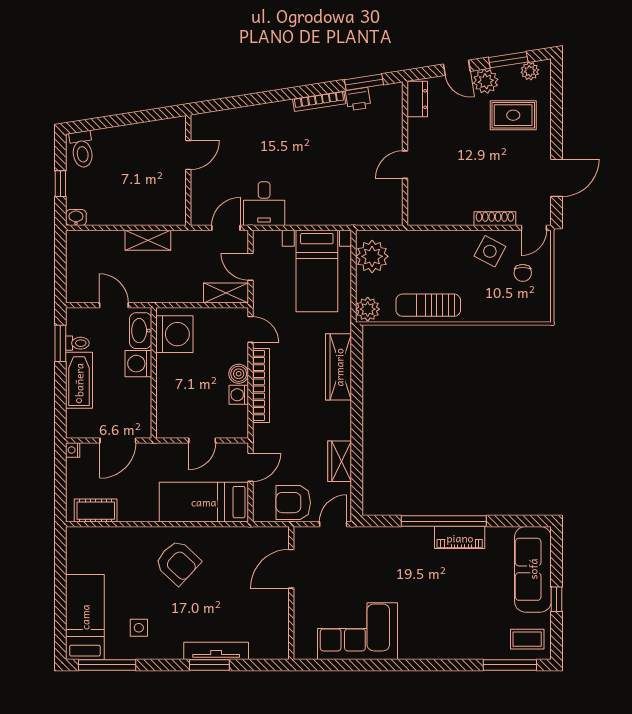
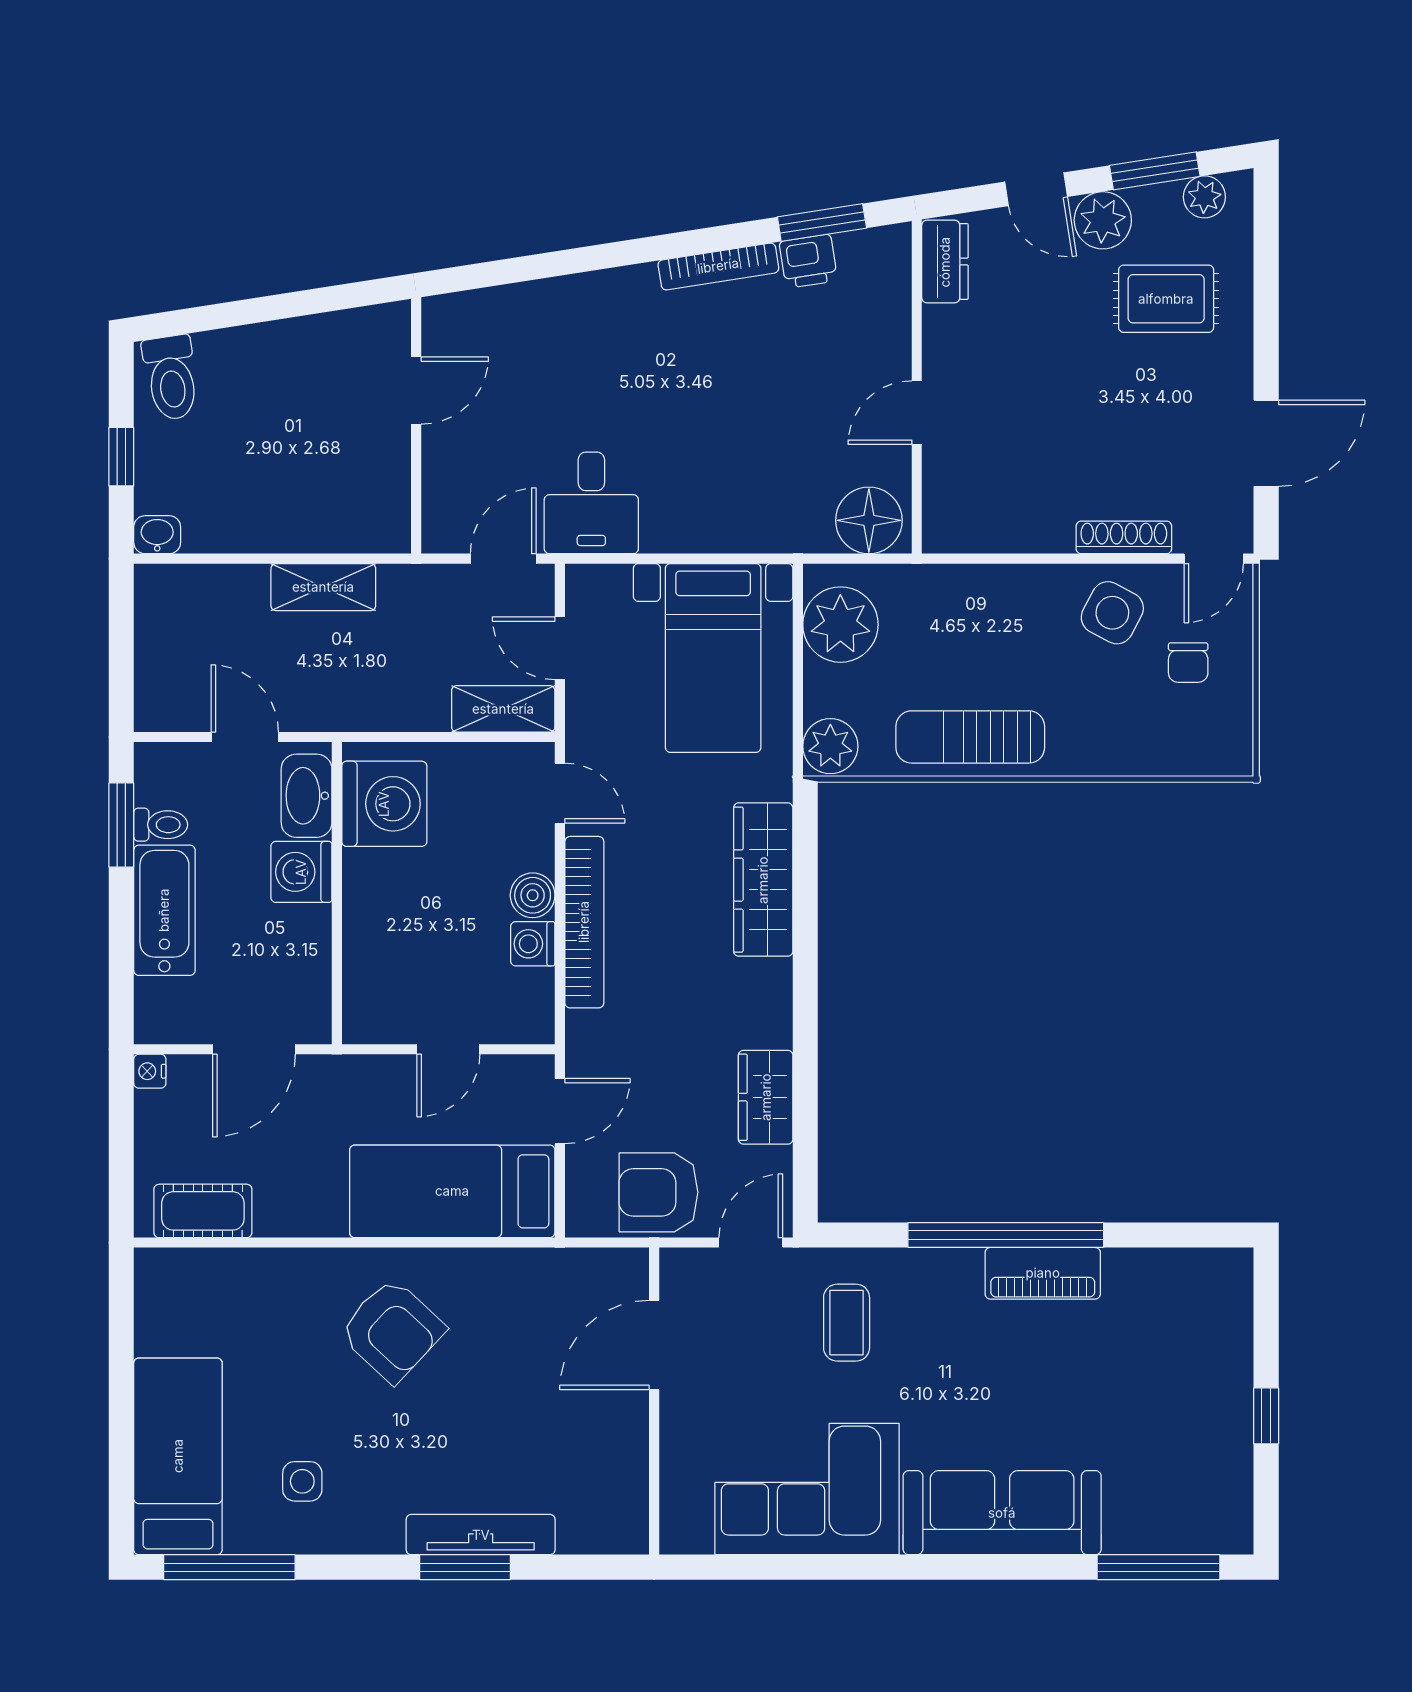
floor lamp: (384, 211) -> (869, 520), added
sofa: (533, 569) -> (1002, 1513), moved, turned 90
coffee table: (527, 639) -> (847, 1323), moved, turned 90

